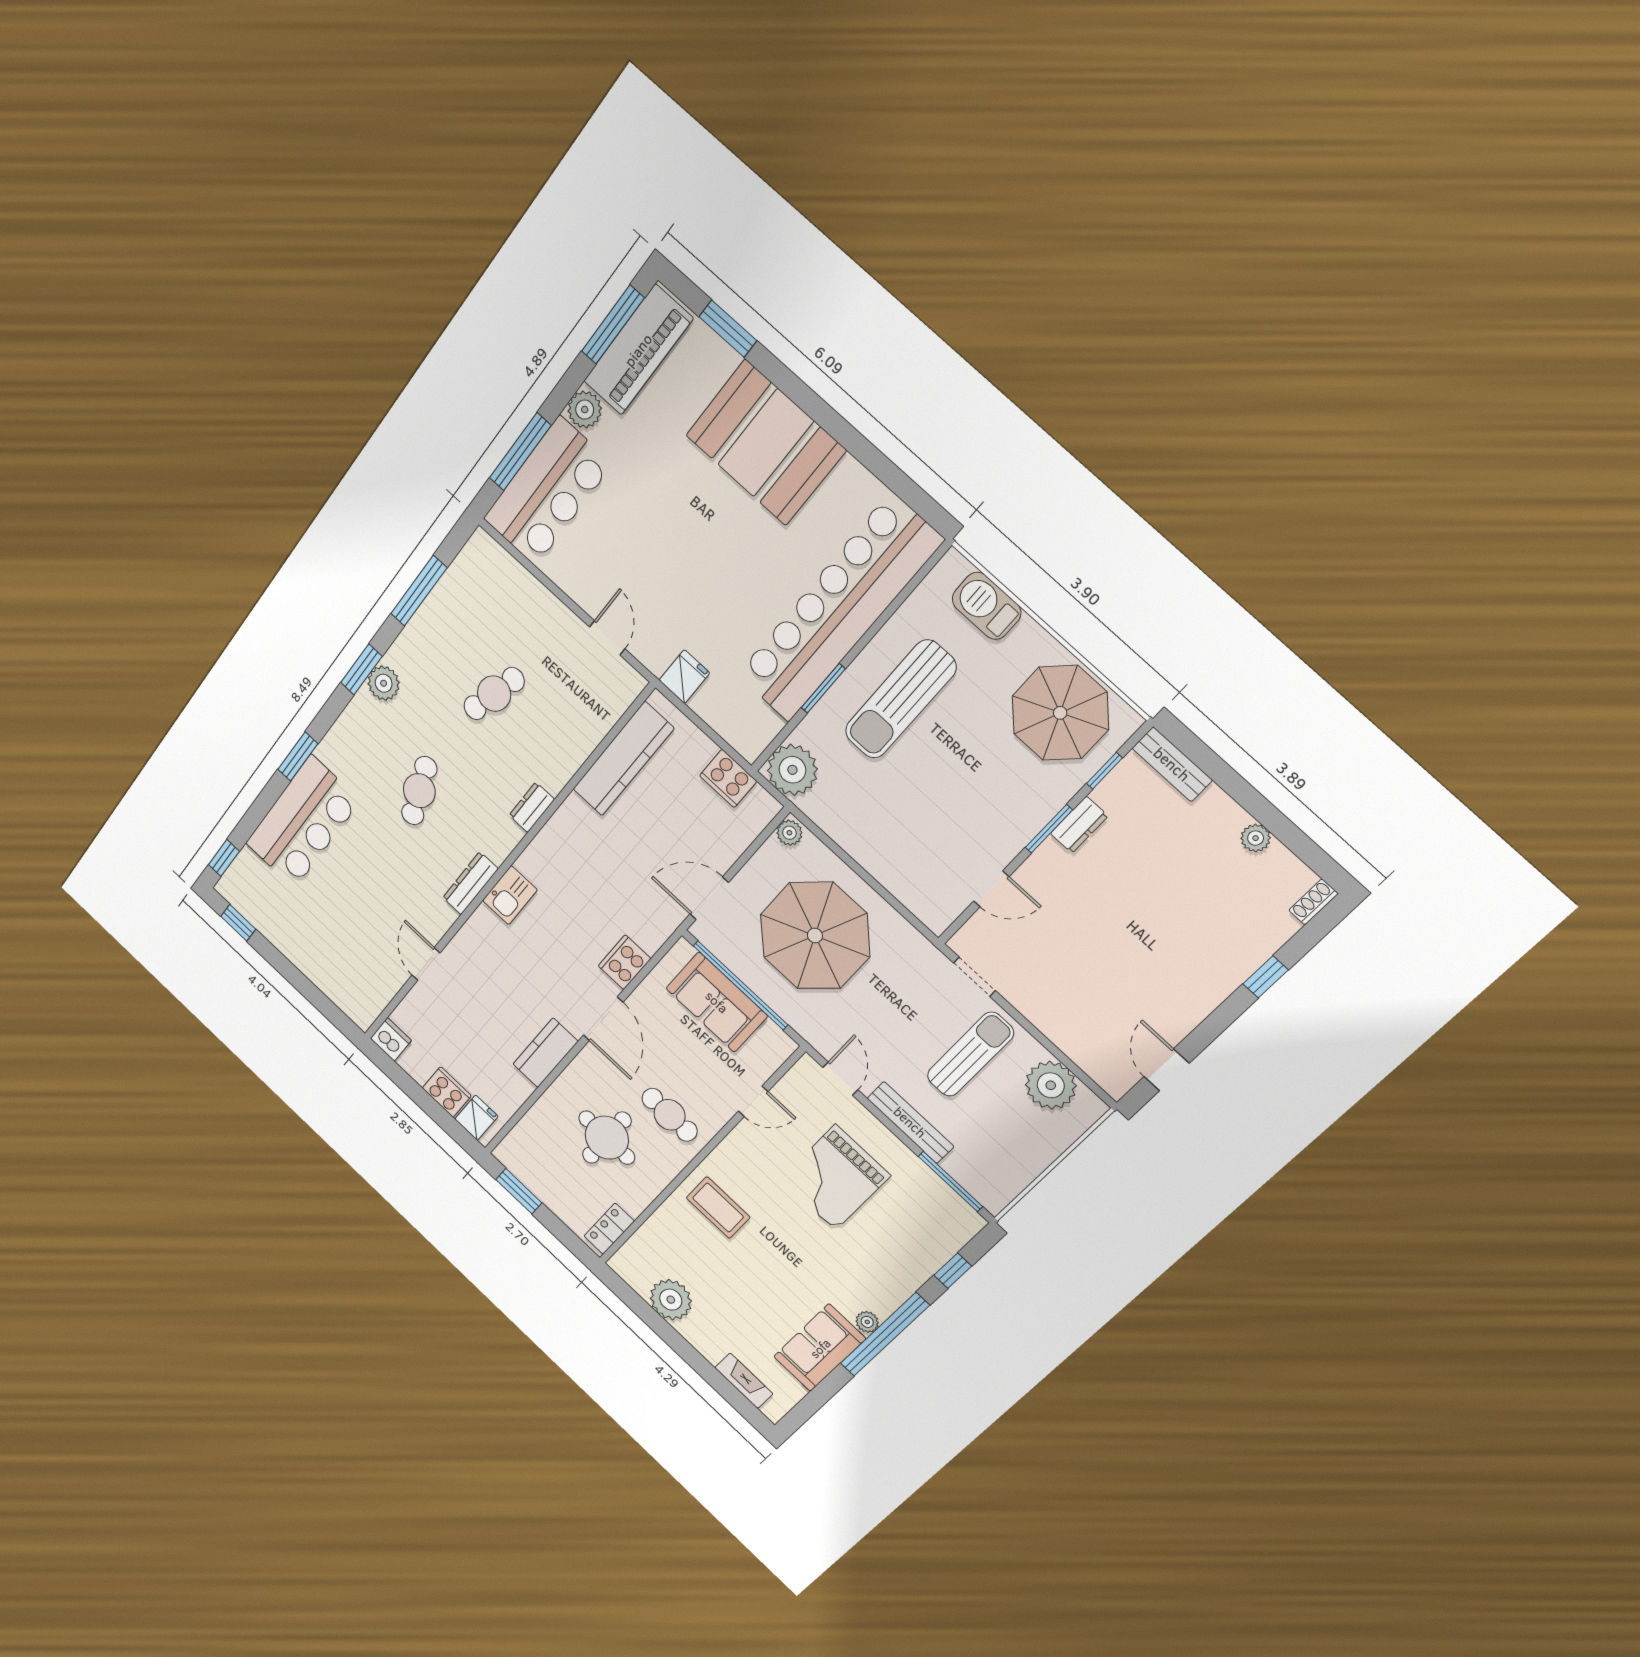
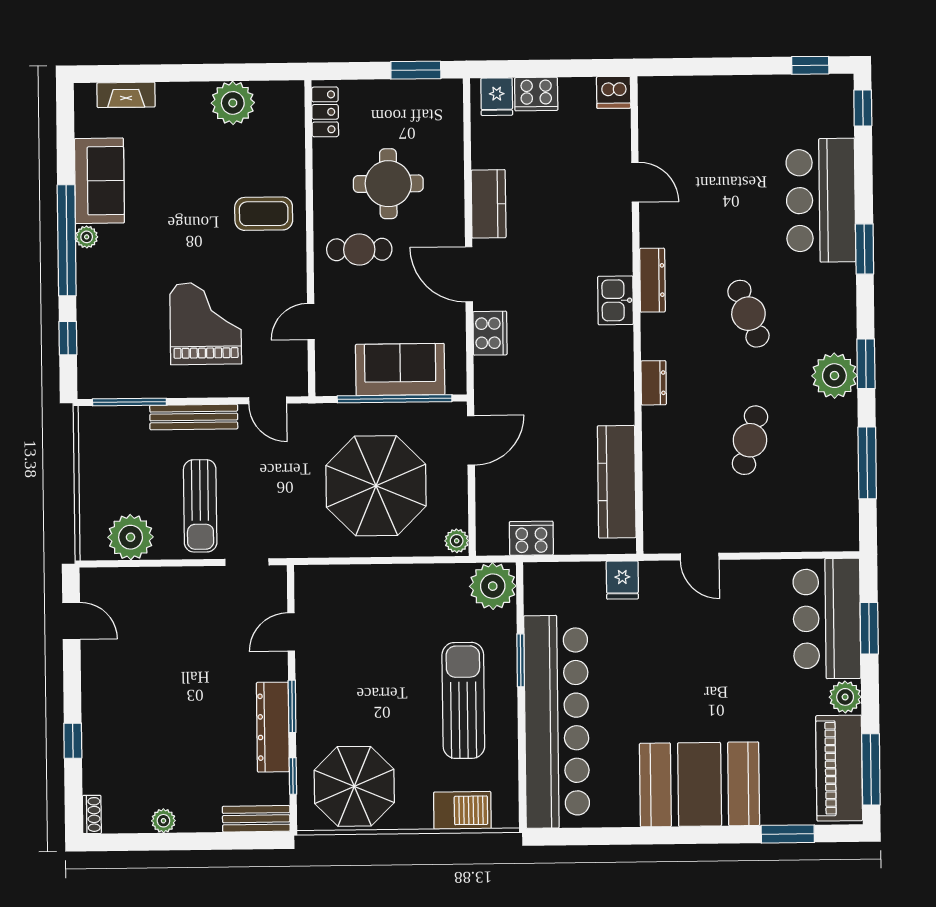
window: (520, 452) -> (869, 628), width x0.69
plant: (384, 683) -> (834, 376), width x1.36, depth x1.36
dresser: (1079, 825) -> (273, 727), width x1.96, depth x1.24

